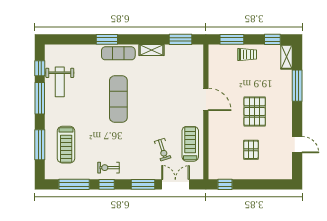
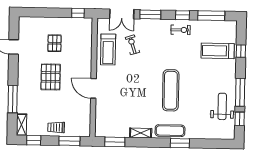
window: (40, 145) -> (241, 51), width x0.46
treadmill: (66, 145) -> (218, 51), turned -90

